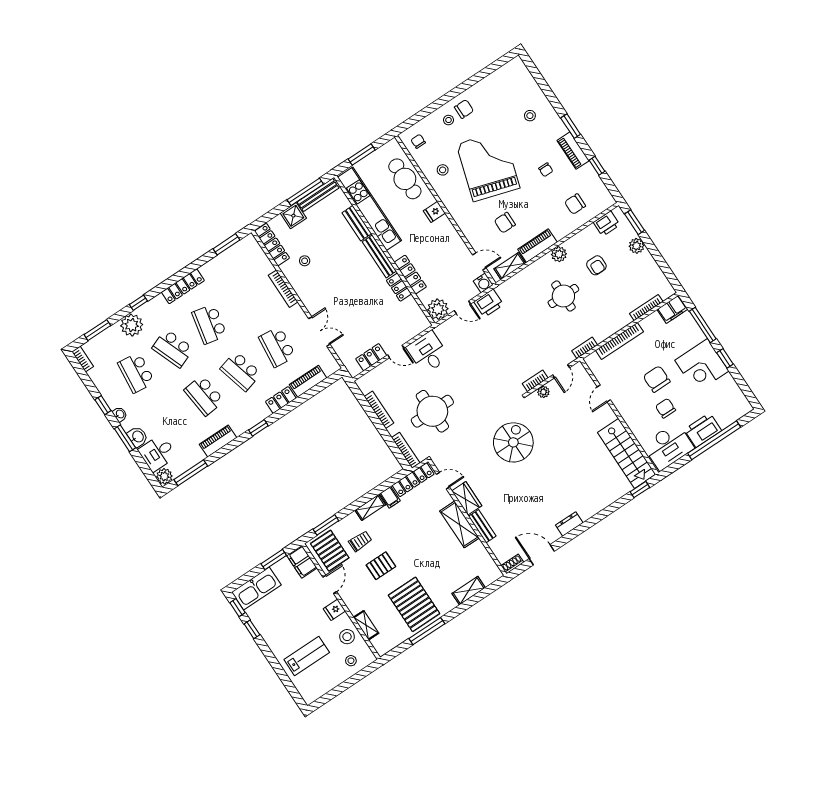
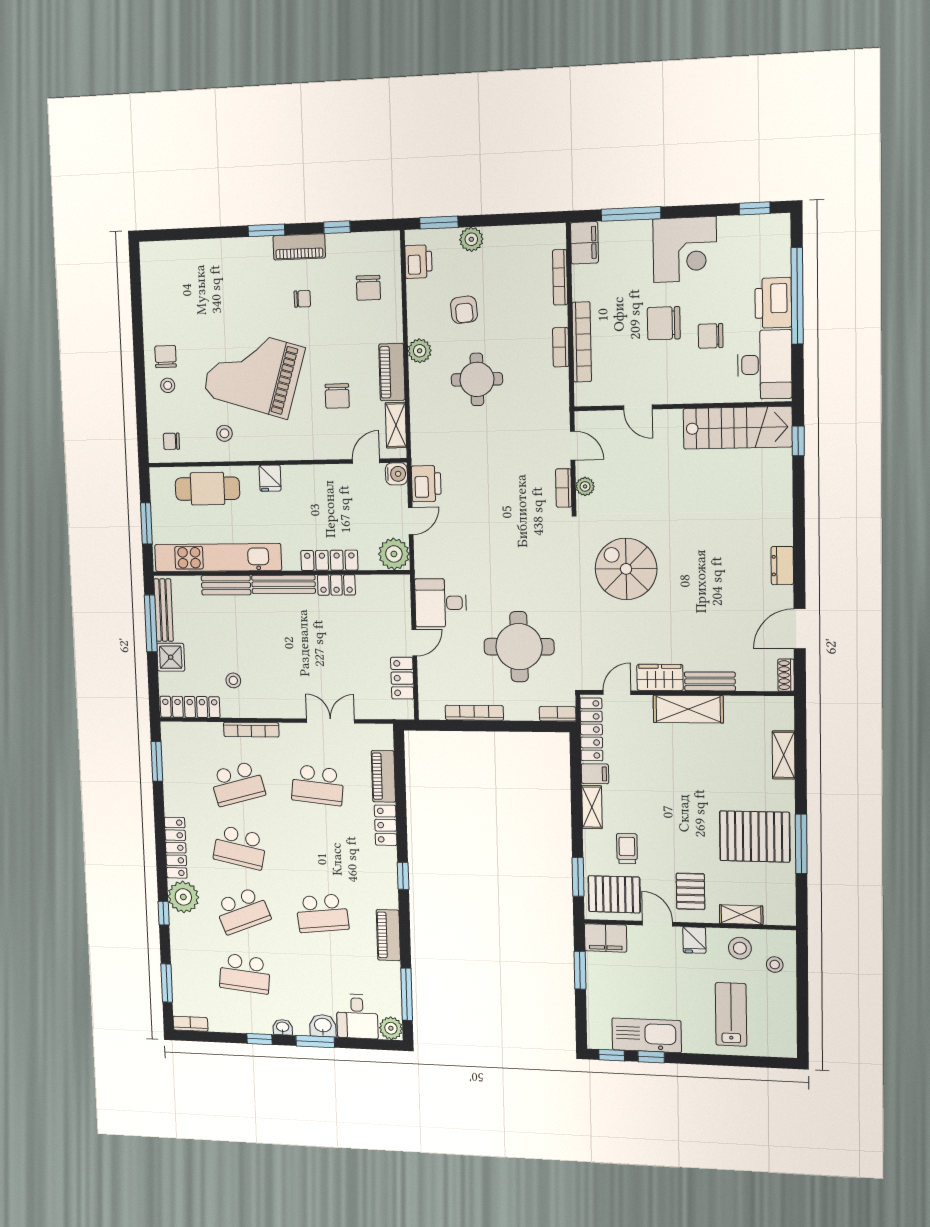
stool: (530, 116) -> (223, 276), removed
armchair: (596, 265) -> (464, 310), turned 85
plant: (132, 325) -> (183, 897), moved
bookcase: (585, 348) -> (561, 347), moved
window: (725, 358) -> (755, 208), moved
school desk: (241, 371) -> (237, 784), moved
bookcase: (406, 450) -> (558, 714), width x0.64
pallet: (381, 566) -> (690, 891), moved
kitchen sink: (256, 588) -> (647, 1035), moved, turned -90

